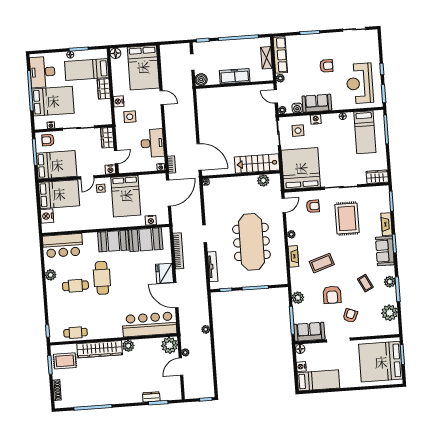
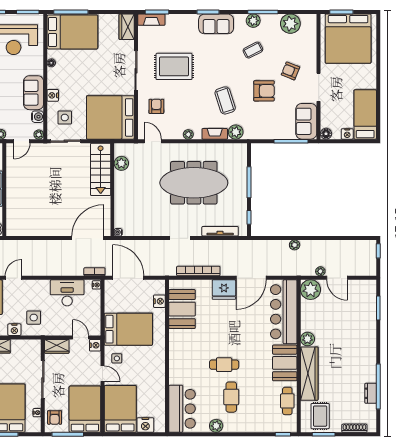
bed: (365, 132) -> (72, 32), width x1.50
fireplace: (387, 224) -> (151, 20), moved
booth: (113, 241) -> (285, 363), moved
cafe table: (102, 278) -> (224, 365), width x0.73, depth x0.74
plant: (298, 298) -> (236, 132), moved
dresser: (151, 397) -> (371, 393), moved

